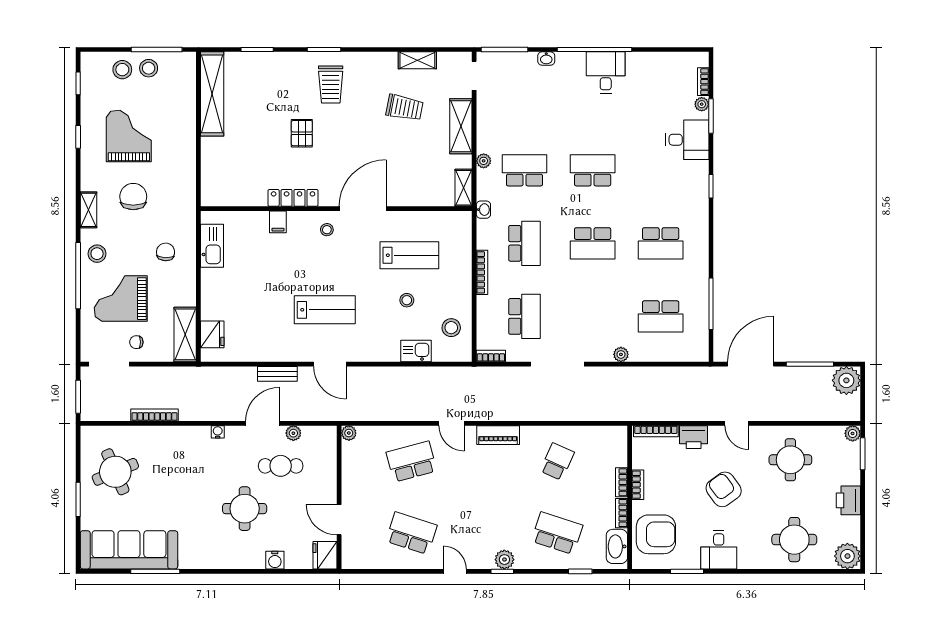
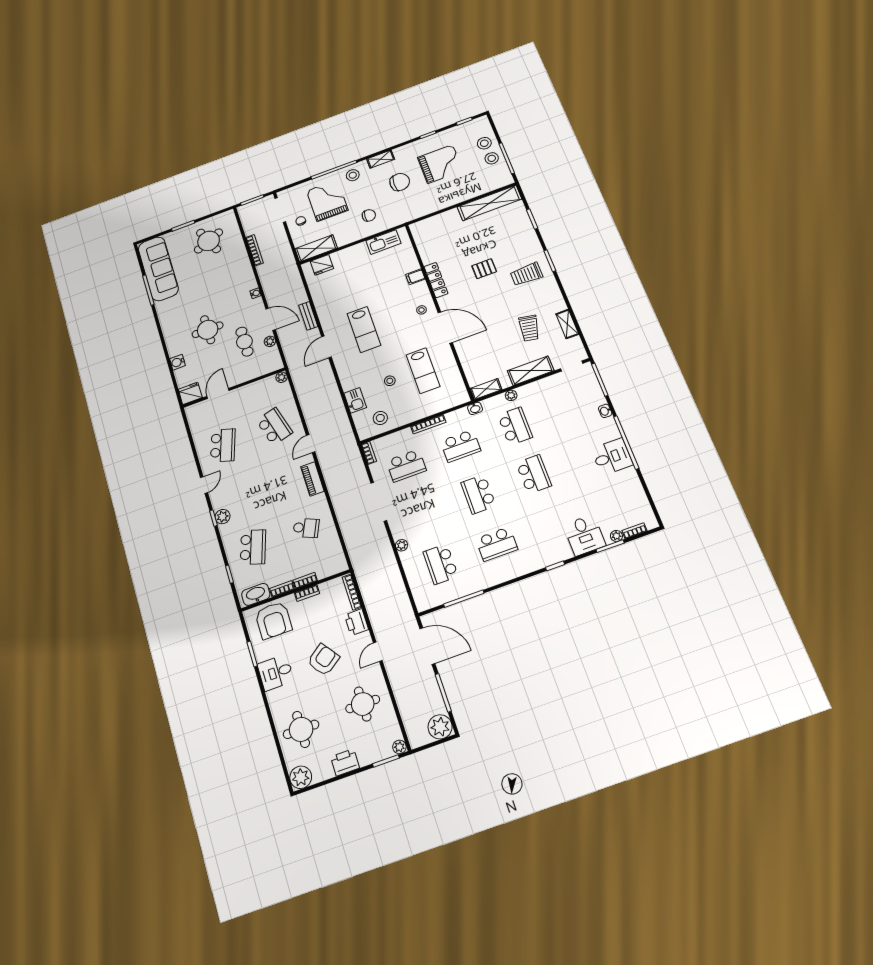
school desk: (661, 243) -> (497, 544), turned -90

